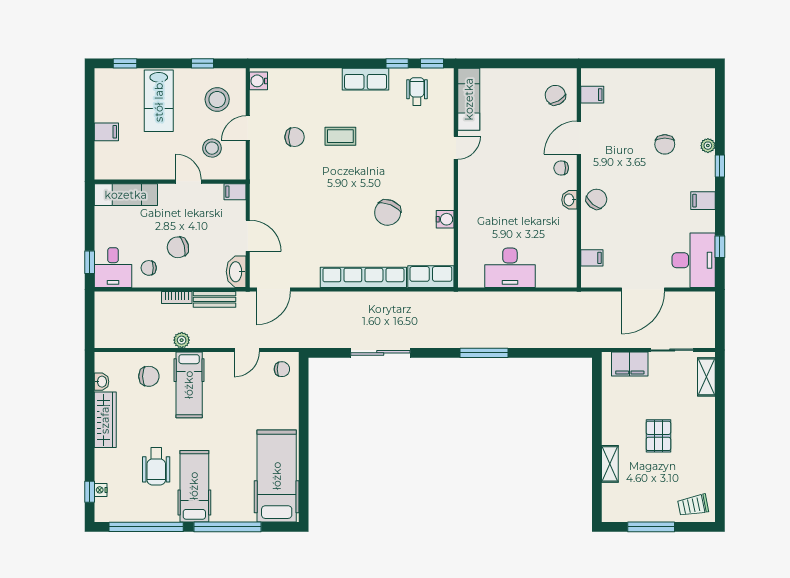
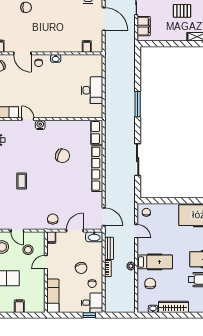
chair: (295, 137) -> (53, 219), moved
chair: (597, 199) -> (55, 44), removed
water cooler: (445, 219) -> (40, 125), moved

